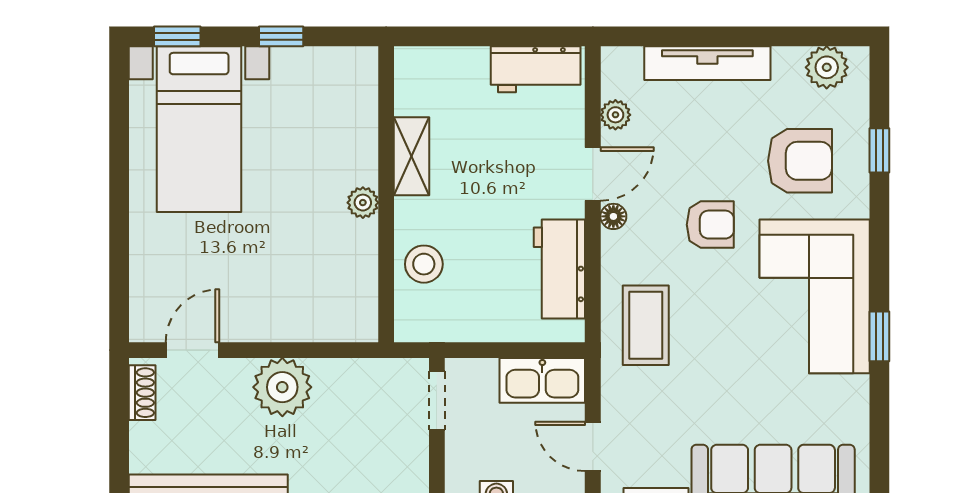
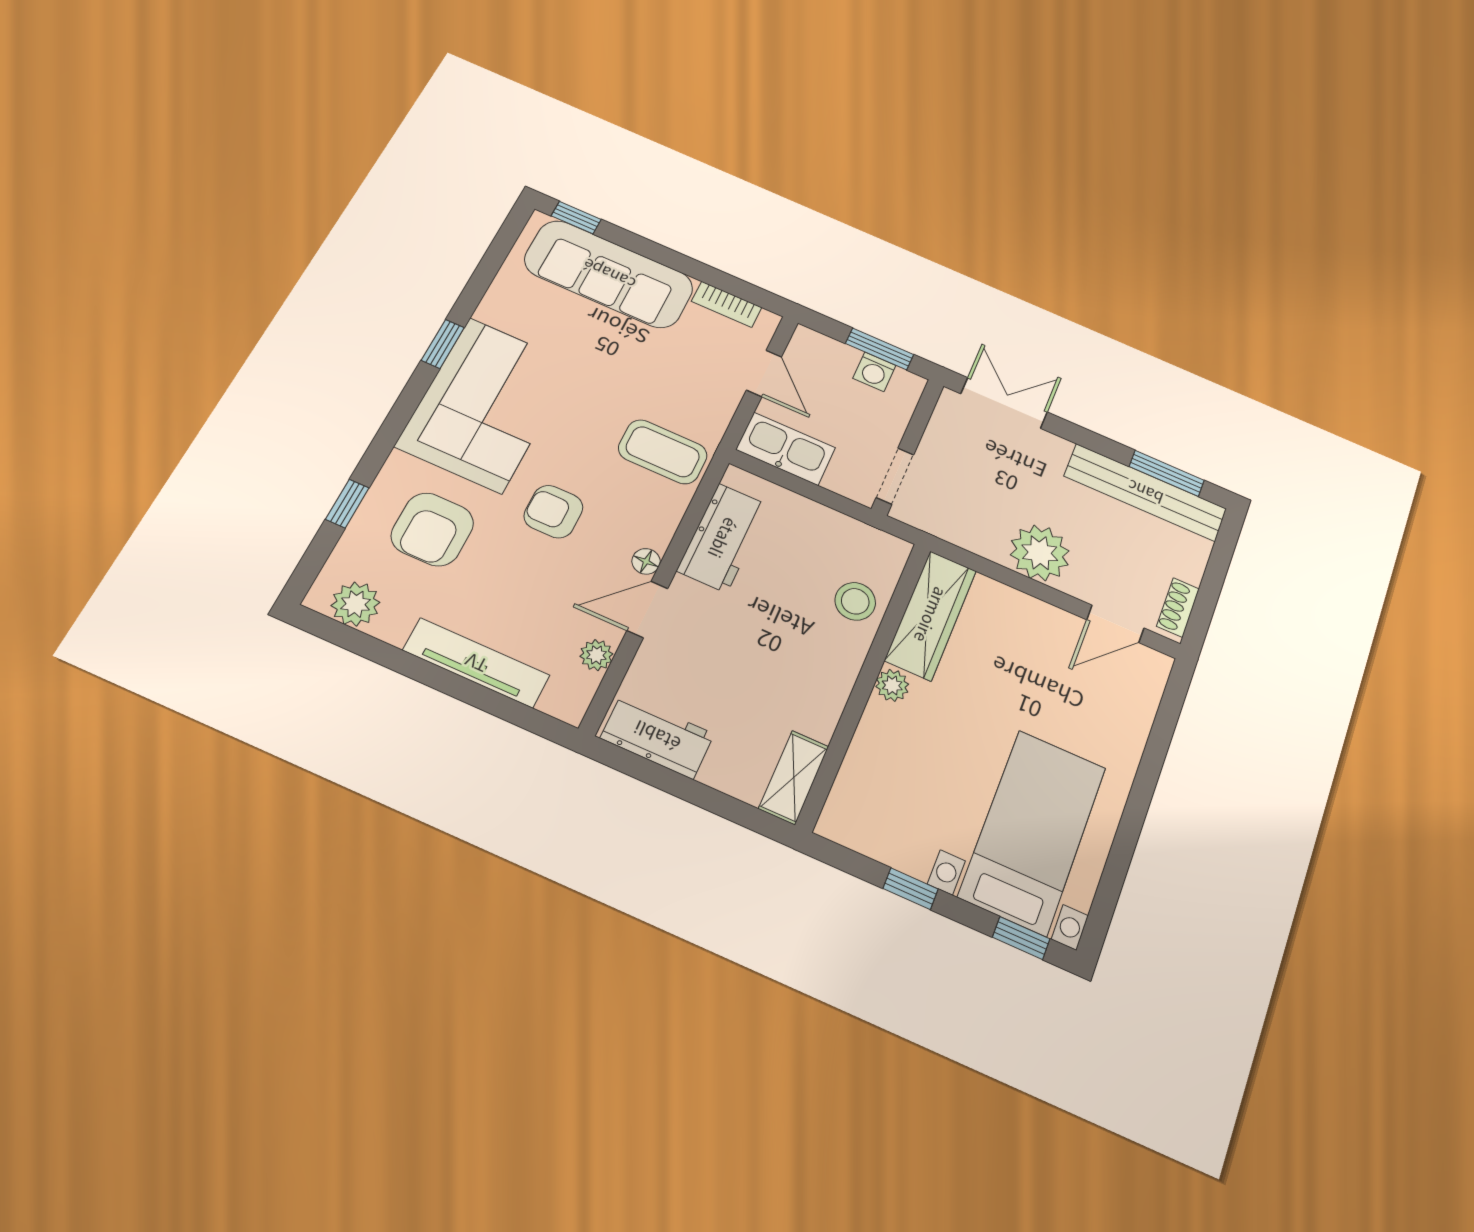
shelving: (412, 156) -> (794, 777), moved
armchair: (800, 161) -> (432, 529), turned -90
wardrobe: (355, 282) -> (931, 615), added
coffee table: (646, 325) -> (663, 452), turned 90

